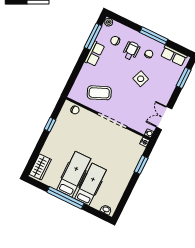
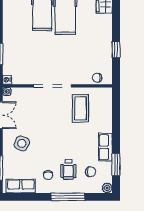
window: (154, 36) -> (68, 197), moved
window: (93, 37) -> (116, 165), width x0.69
side table: (141, 79) -> (22, 143), moved
coffee table: (99, 93) -> (80, 108), turned -67

